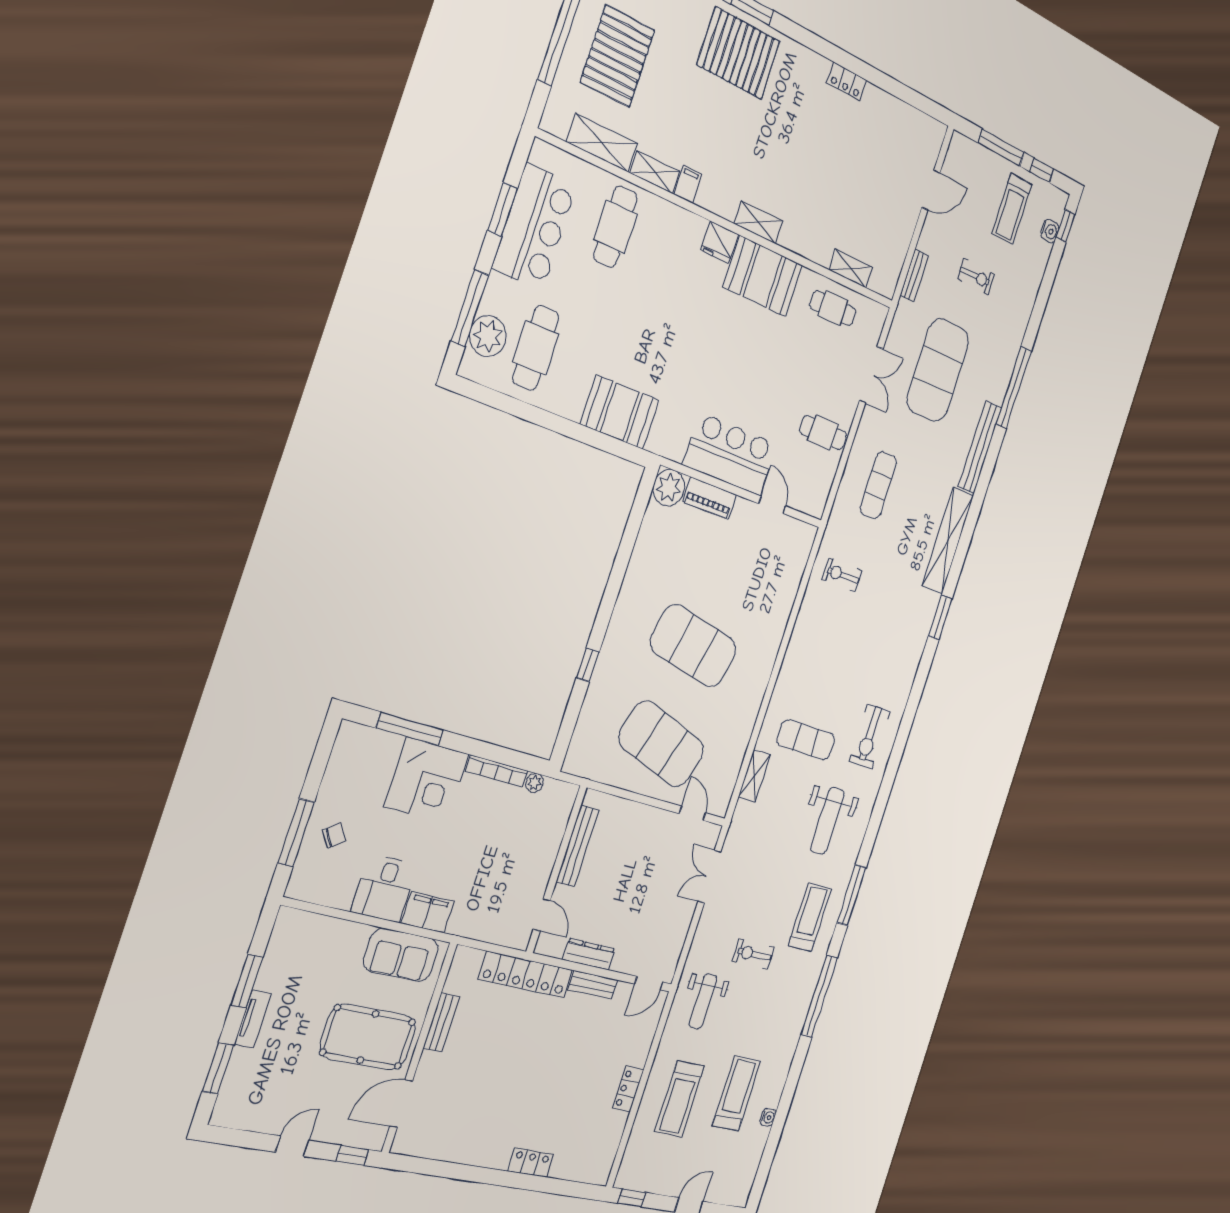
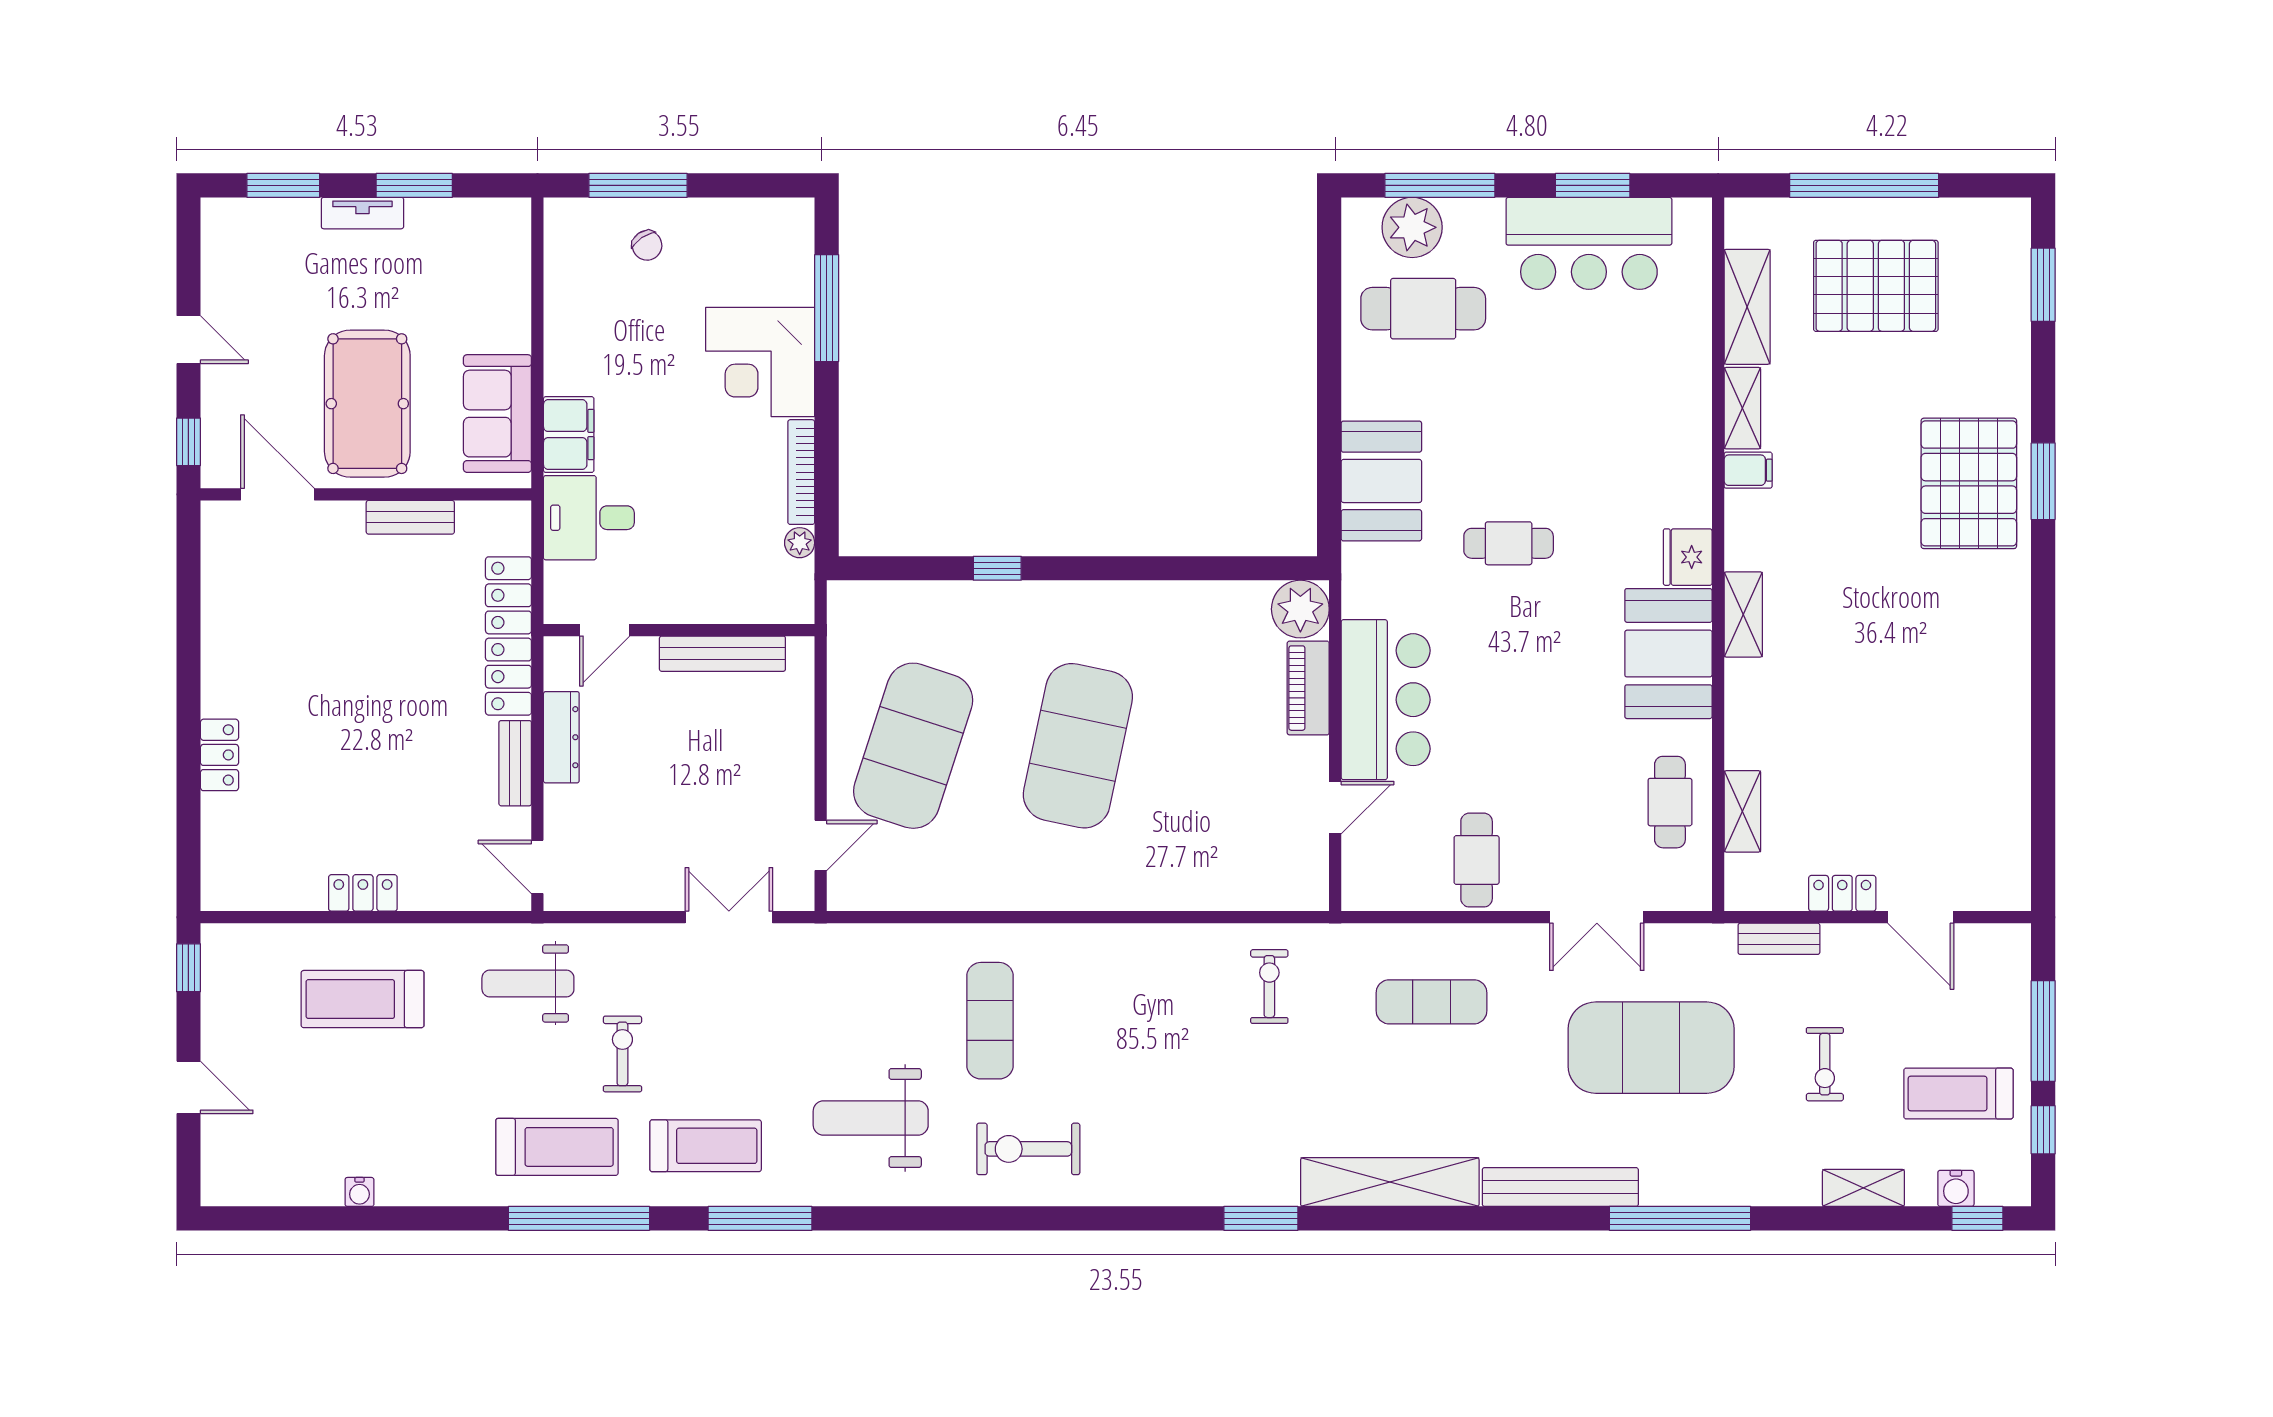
locker: (847, 81) -> (1842, 893), moved, turned 90
cafe table: (615, 227) -> (1509, 543), moved, width x0.73, depth x0.74
shelving: (754, 776) -> (1863, 1188), moved
desk: (384, 888) -> (589, 518), moved
treadmill: (736, 1093) -> (557, 1147), moved

